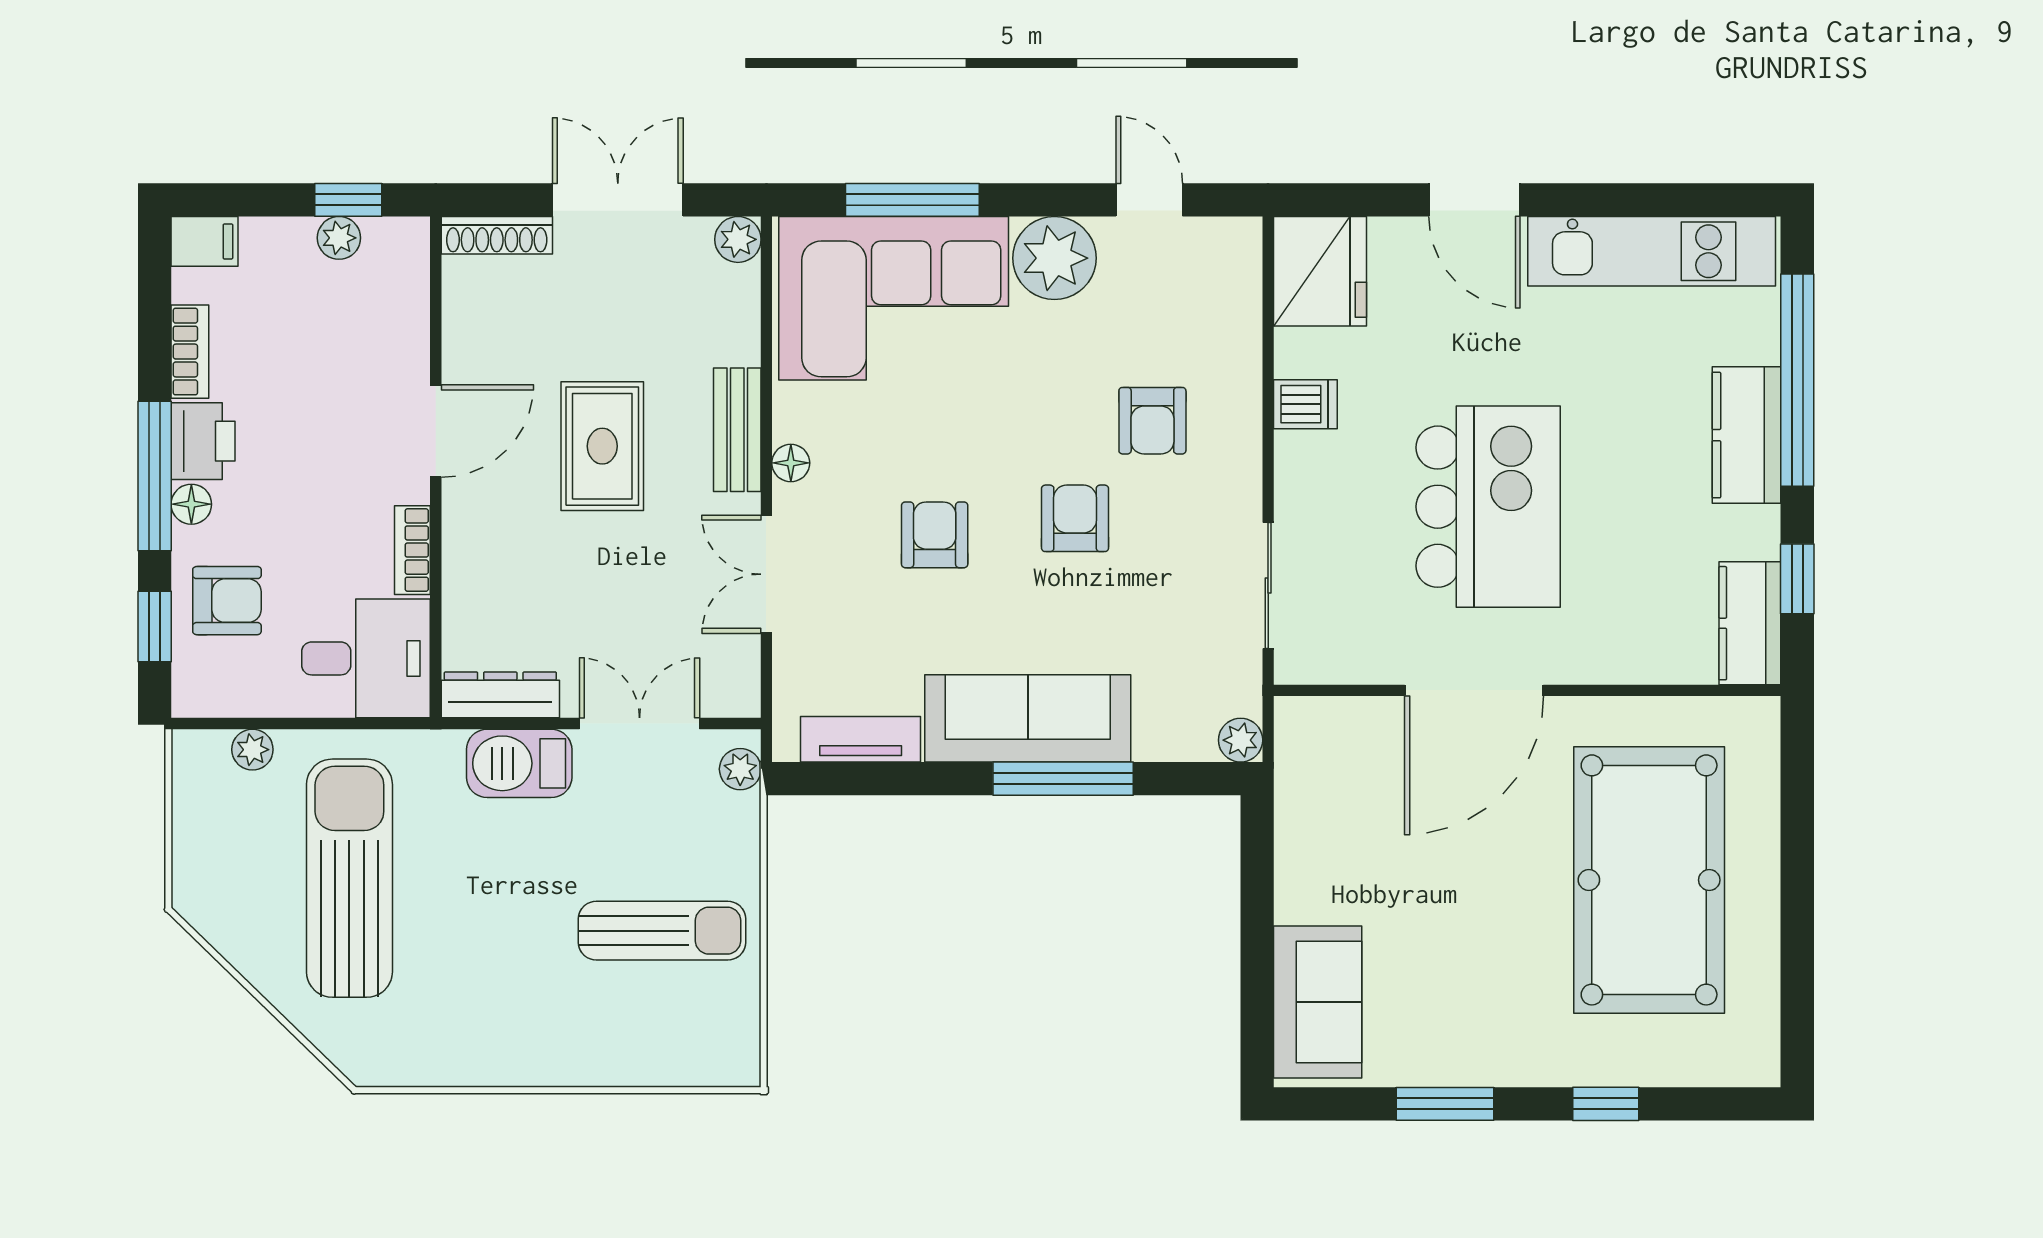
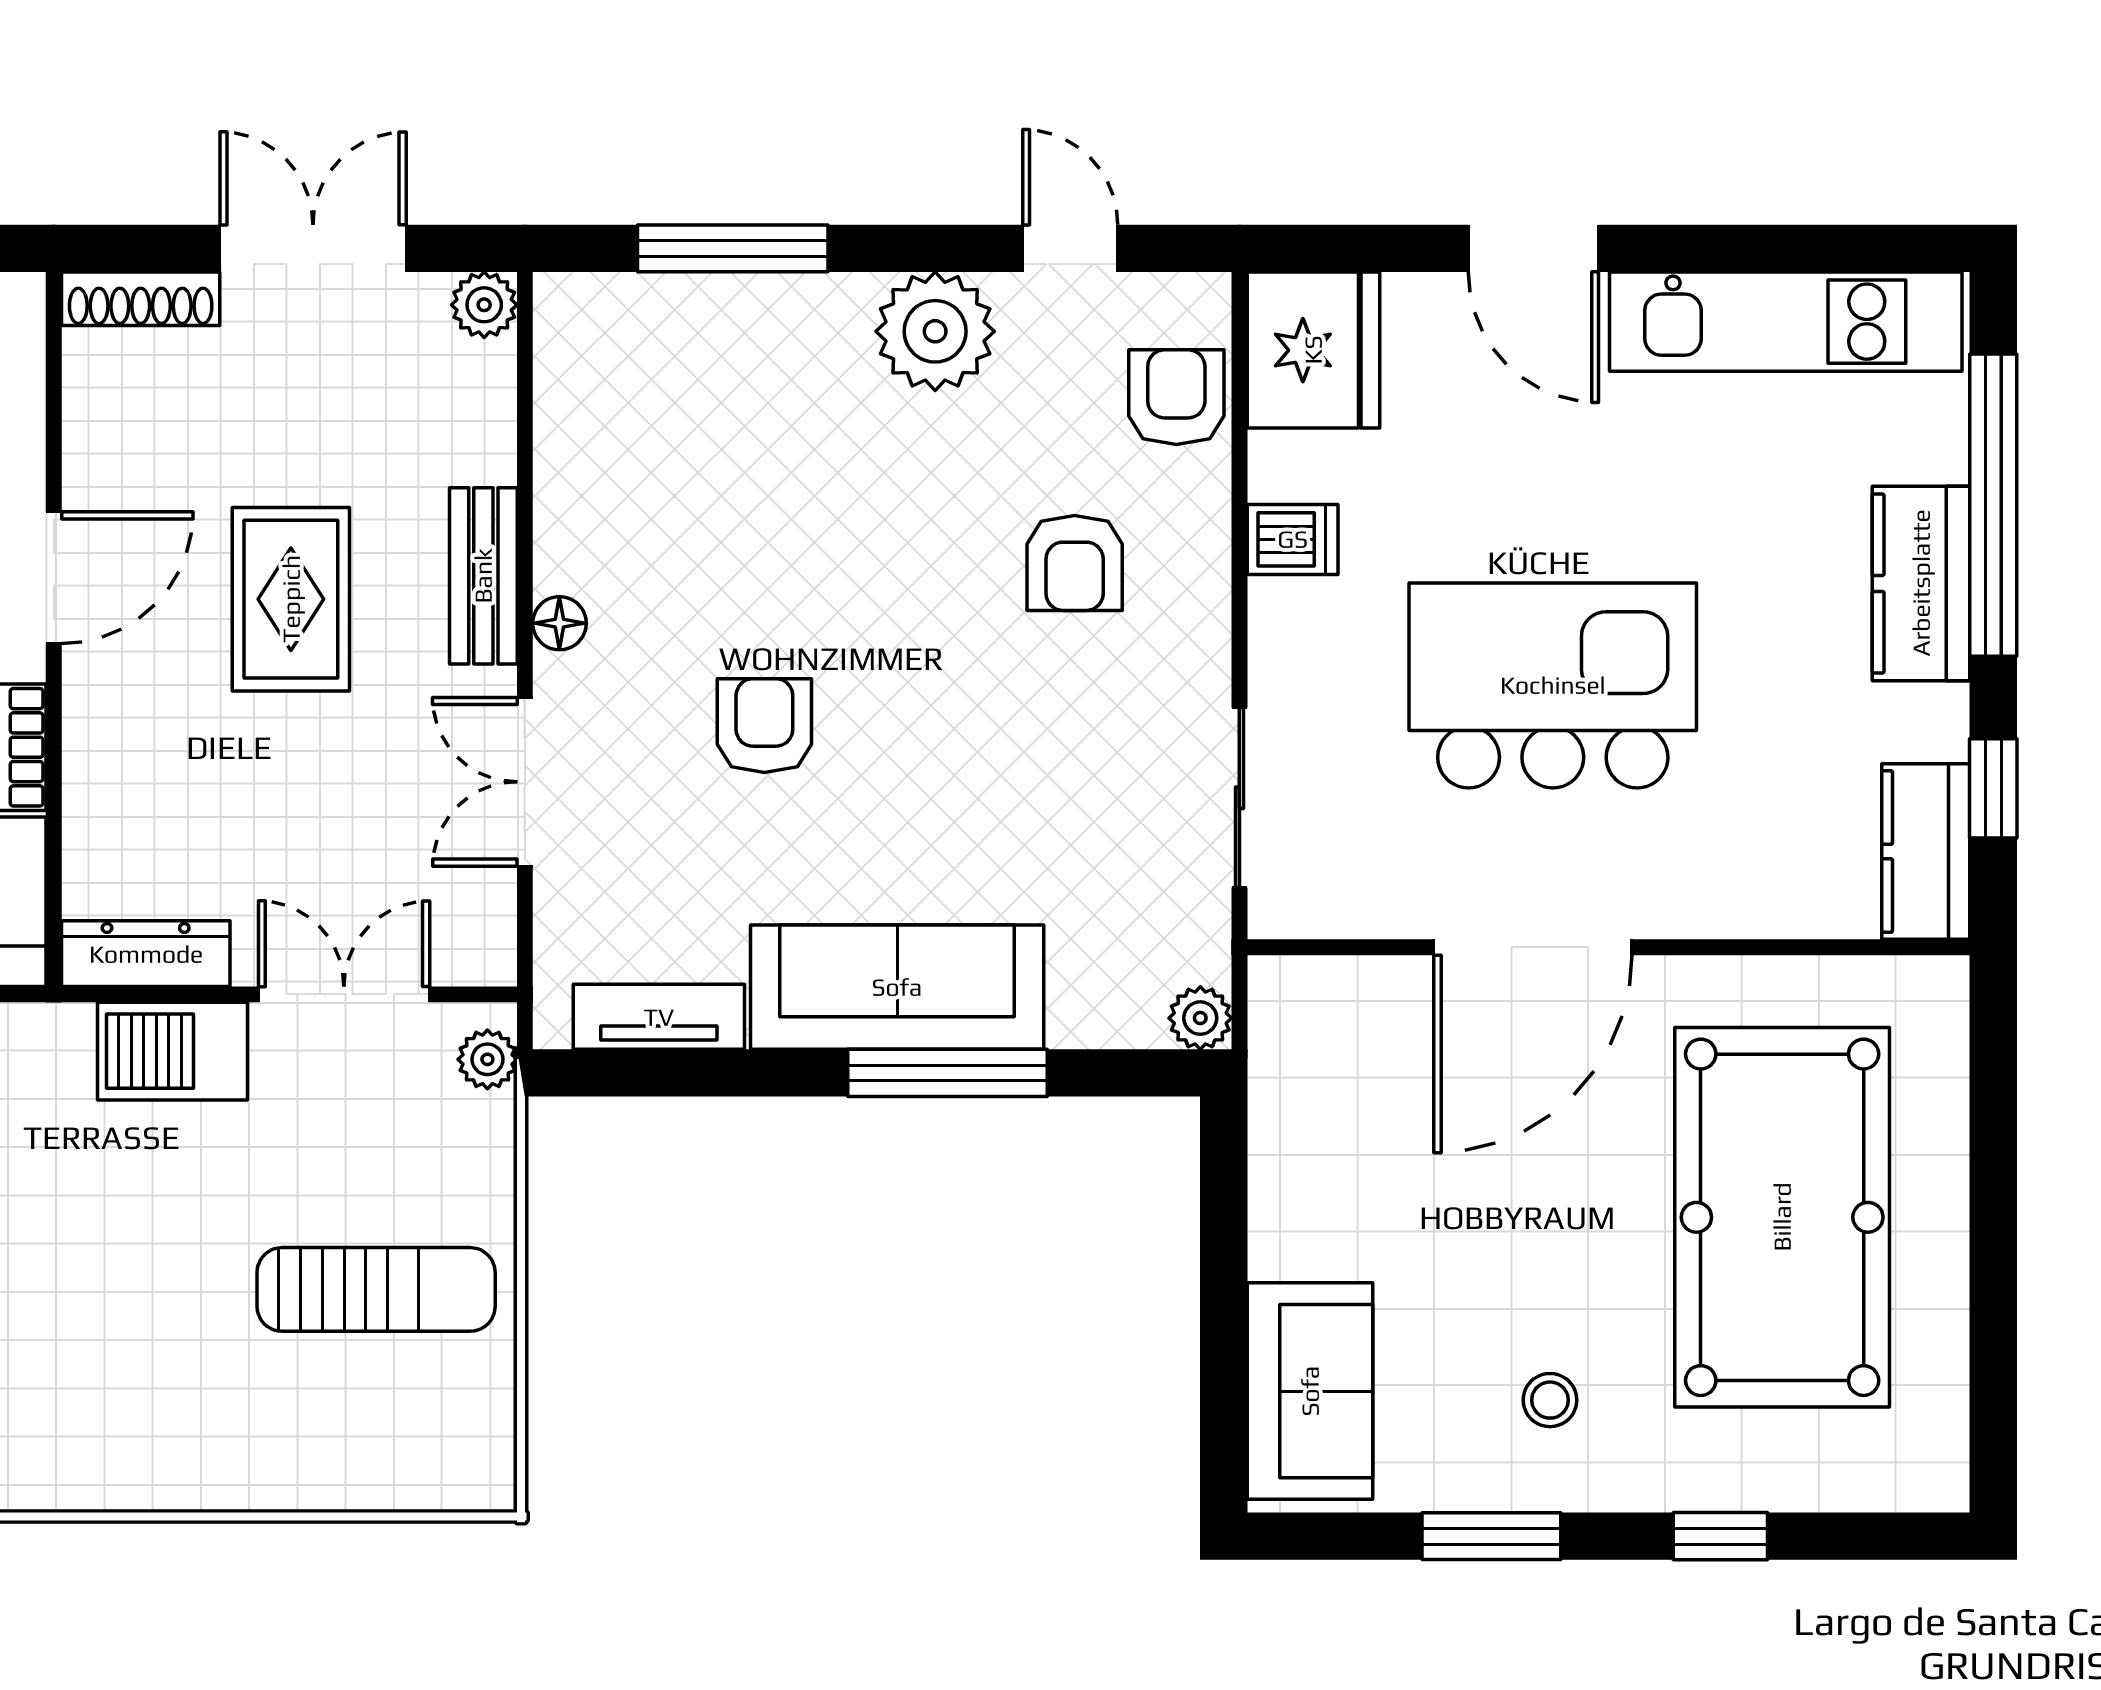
corner sofa: (894, 298) -> (706, 389), removed
kitchen island: (1488, 507) -> (1553, 685), turned -90
armchair: (1075, 518) -> (1176, 397), moved
stool: (1486, 1008) -> (1550, 1400), added

